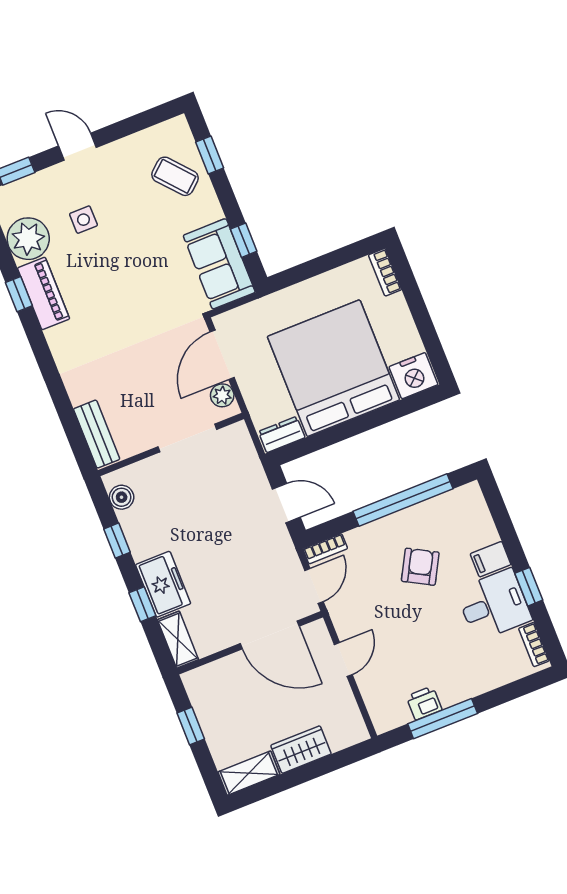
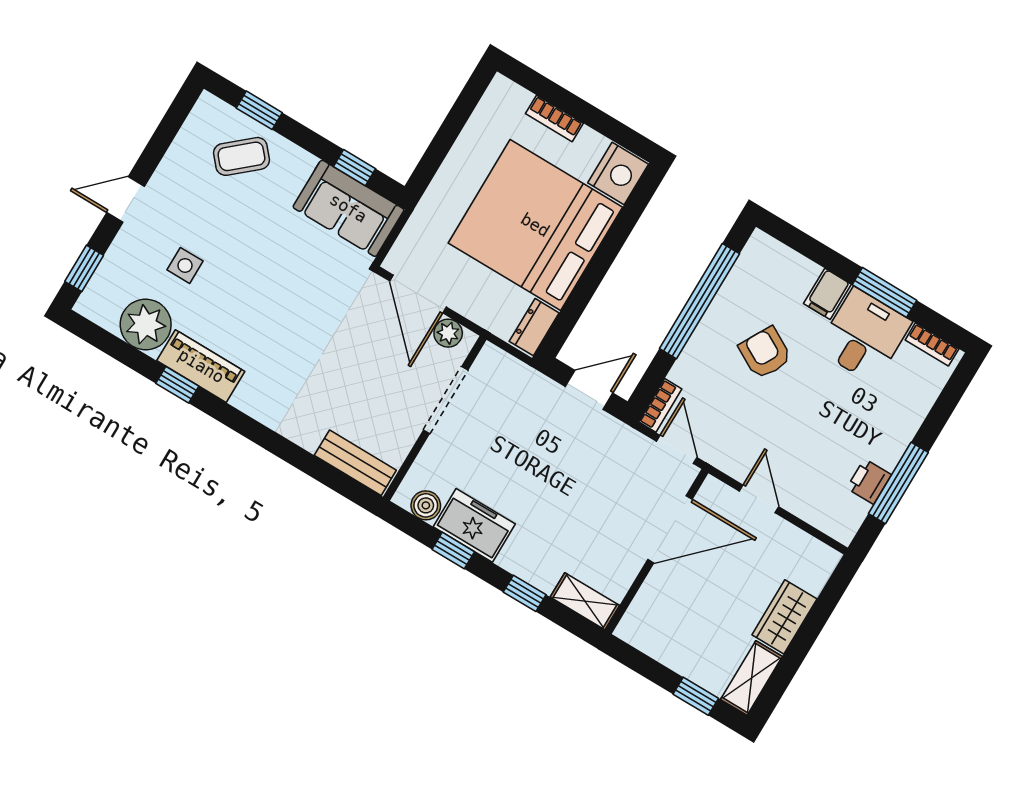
bookcase: (385, 272) -> (554, 118), moved
freezer: (163, 584) -> (474, 525), moved
window: (529, 587) -> (884, 292), width x1.50
window: (191, 726) -> (696, 696), moved

